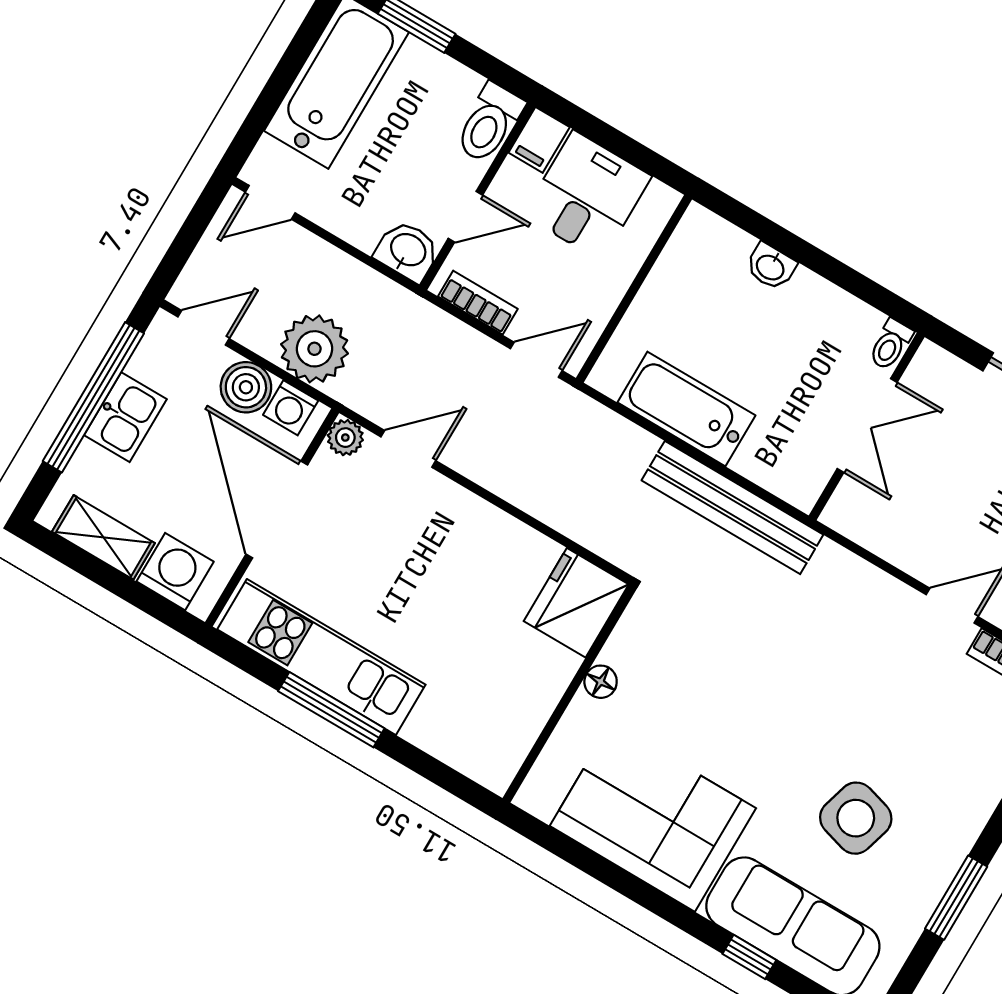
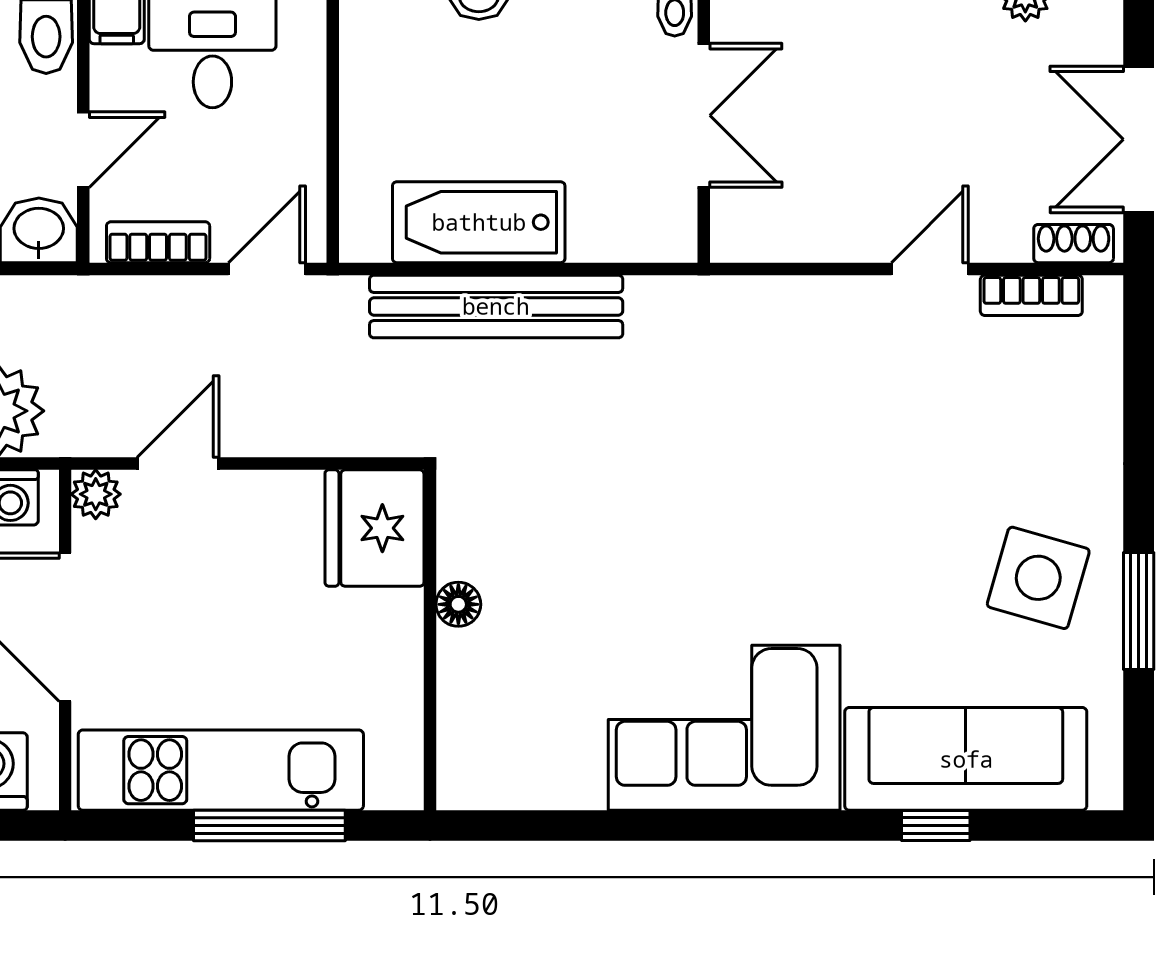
bench: (732, 508) -> (496, 306), moved
fridge: (576, 603) -> (374, 528), moved
floor lamp: (601, 682) -> (458, 604), moved
wall: (570, 694) -> (430, 640), moved
side table: (856, 818) -> (1038, 578), moved

